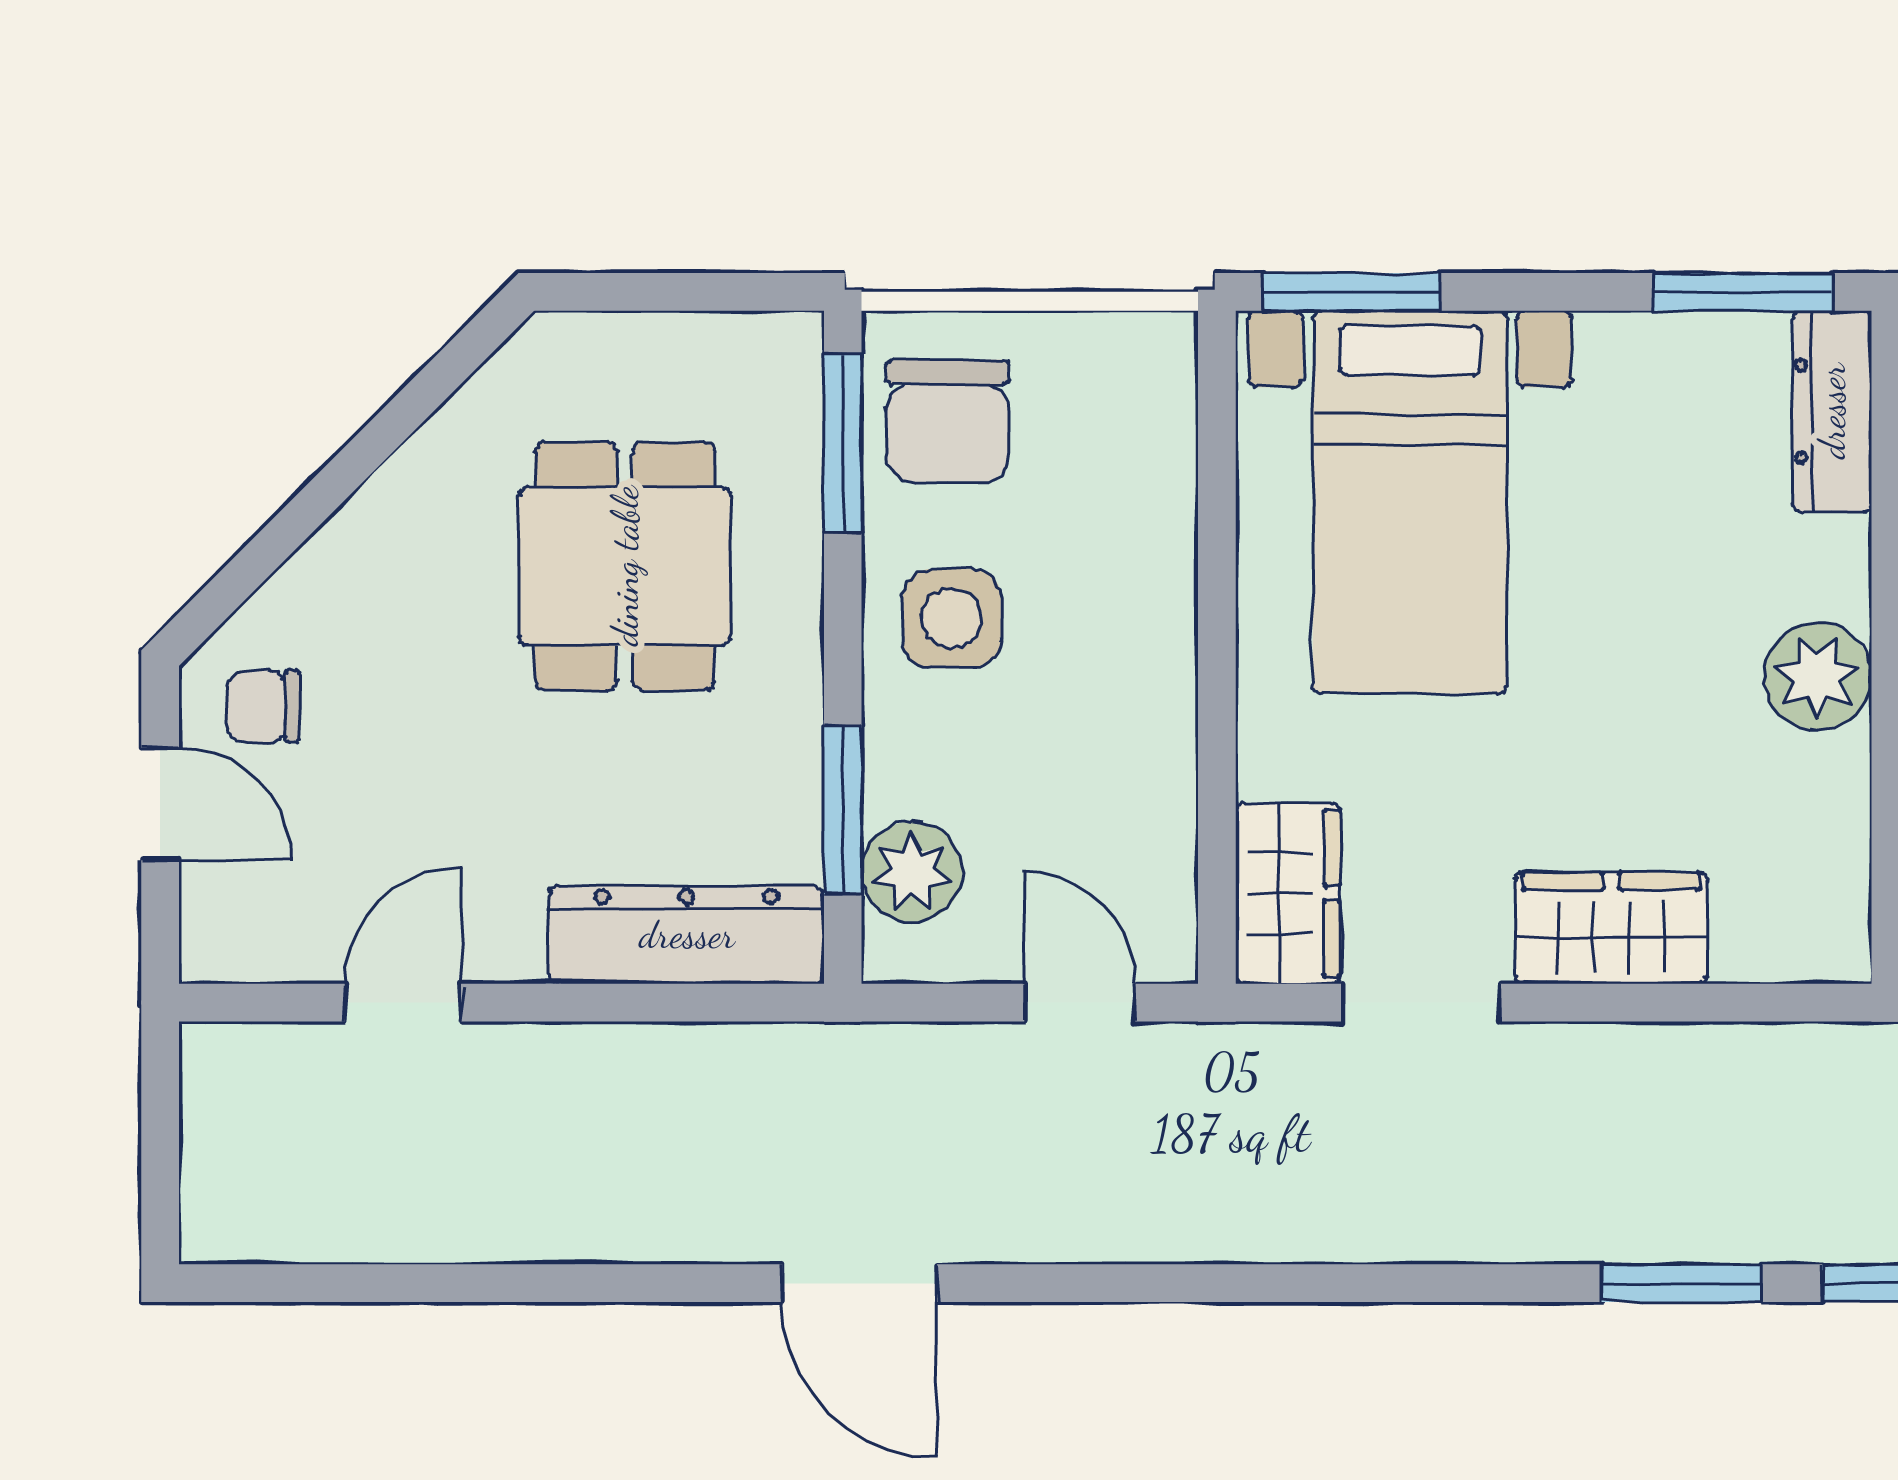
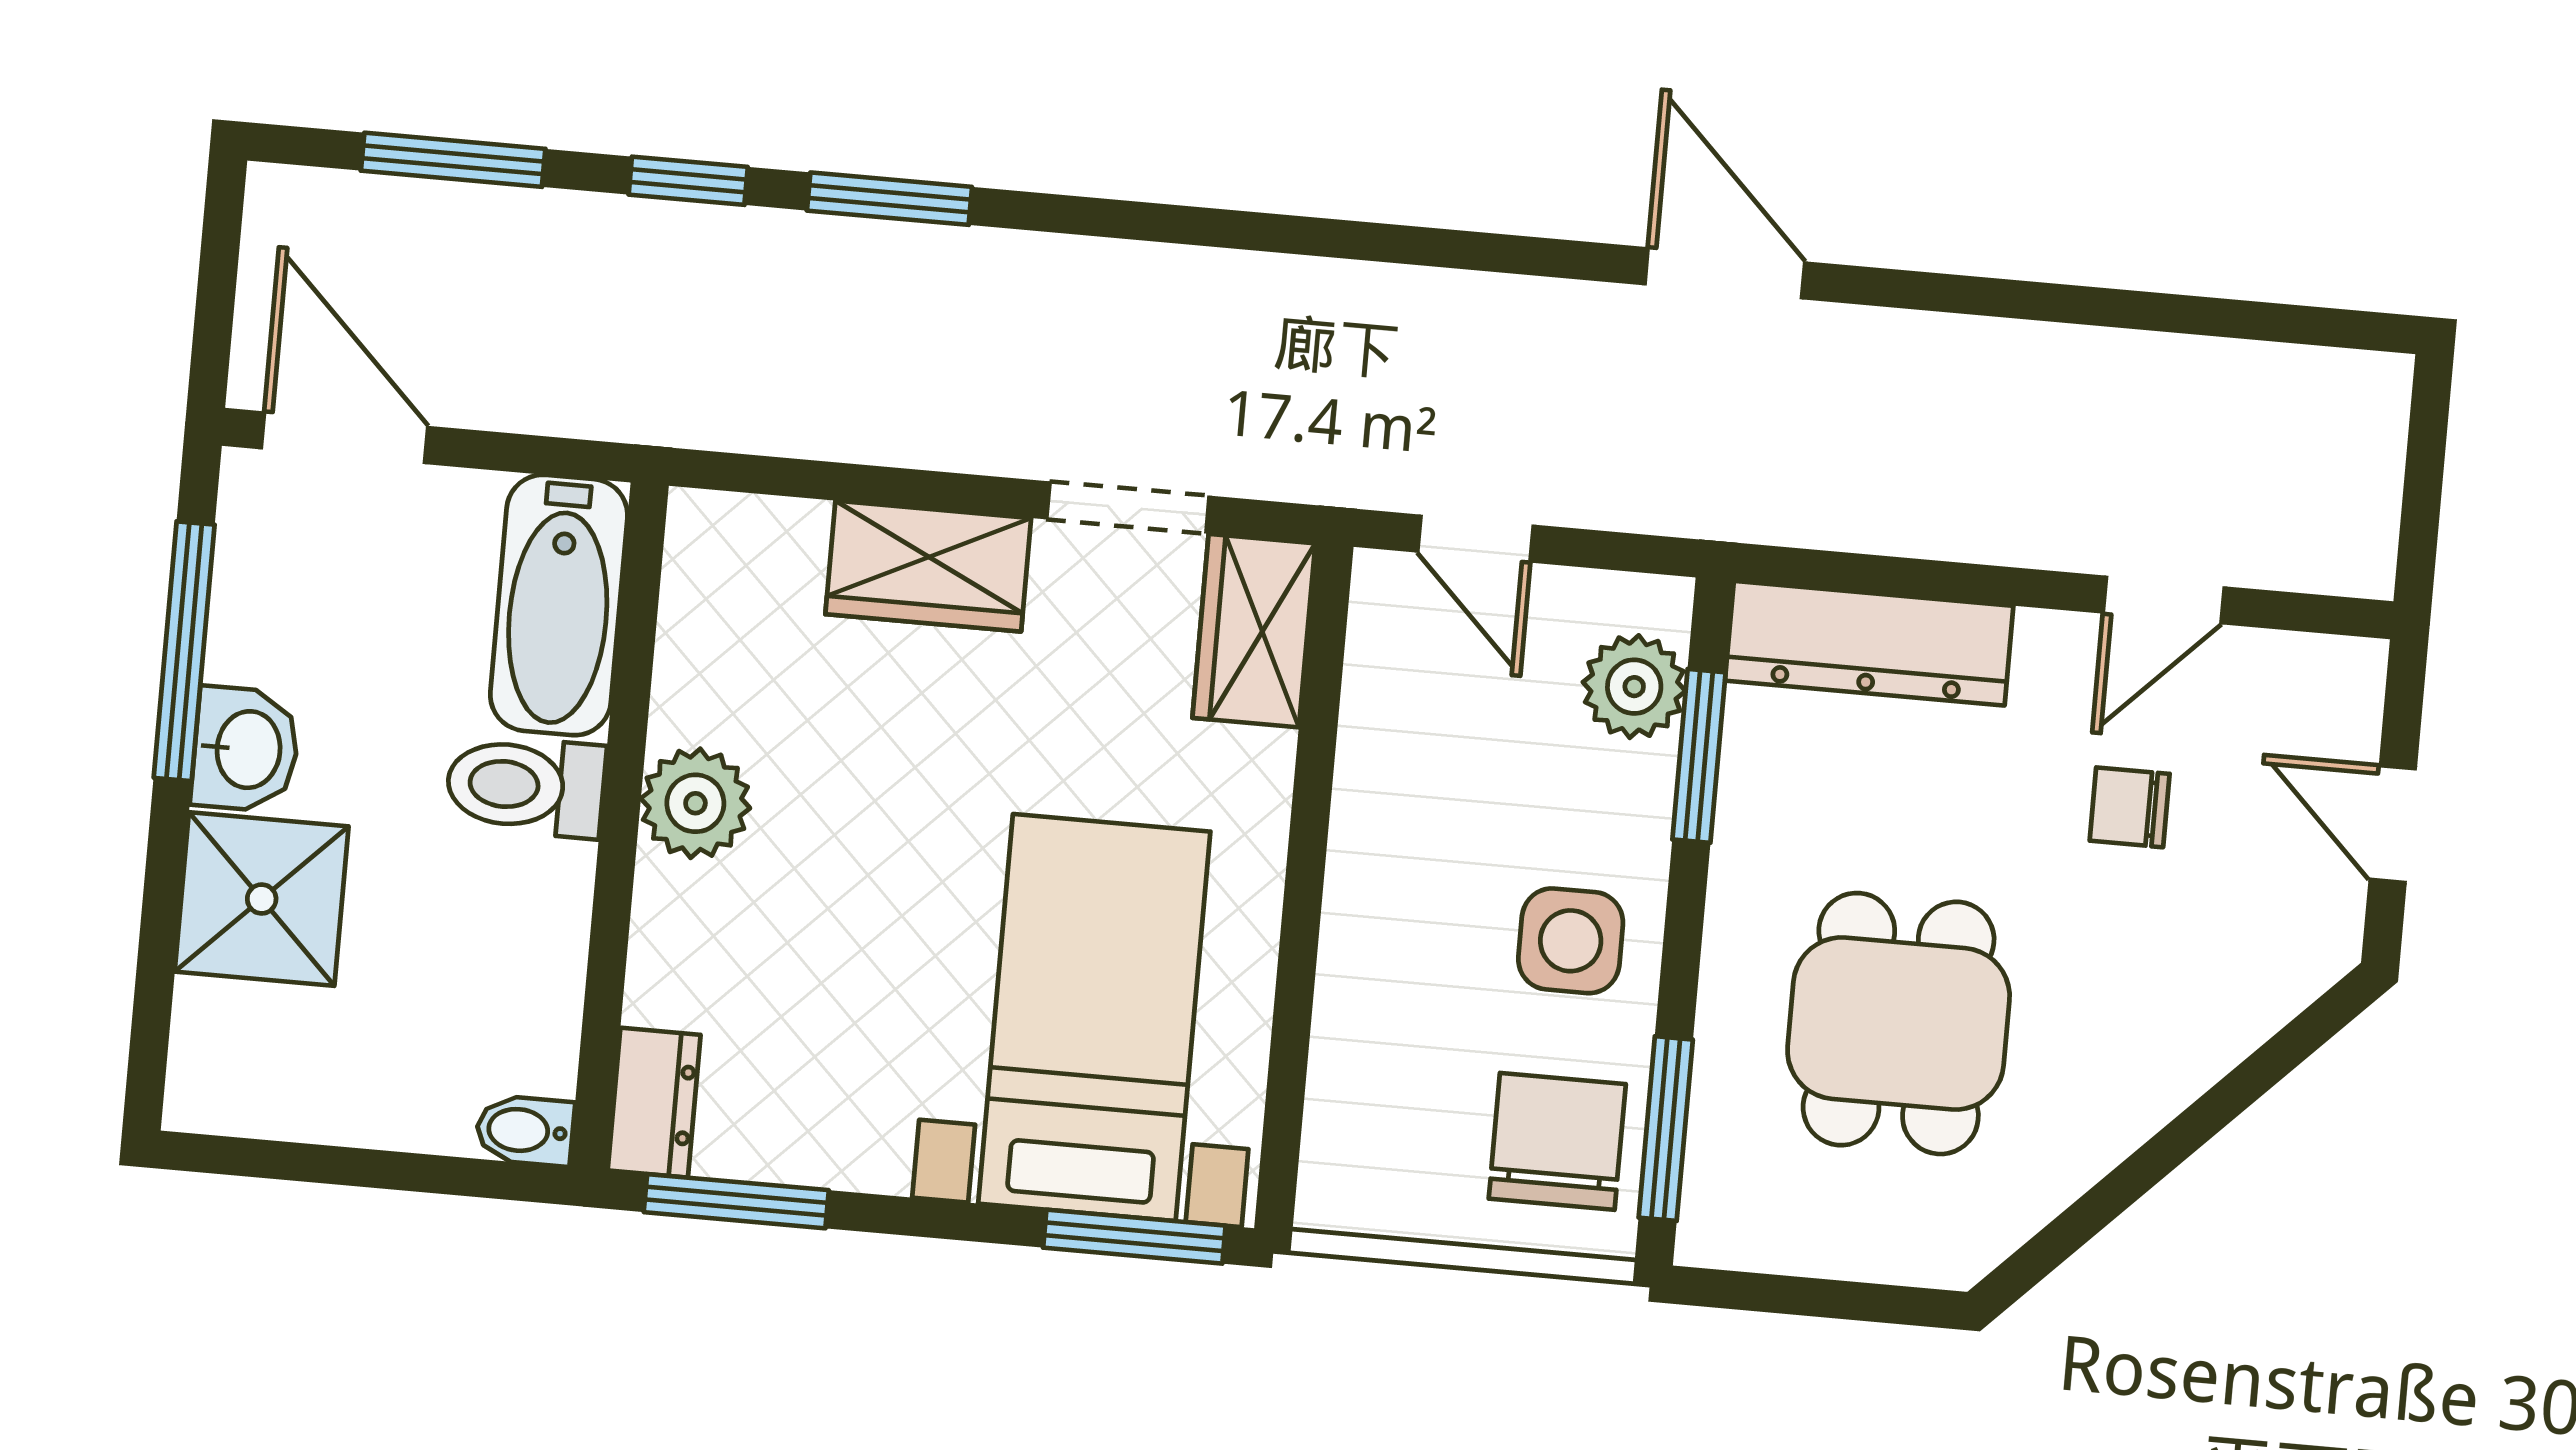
dresser: (1832, 411) -> (654, 1103), width x0.70
chair: (263, 706) -> (2130, 807), moved, turned 180

